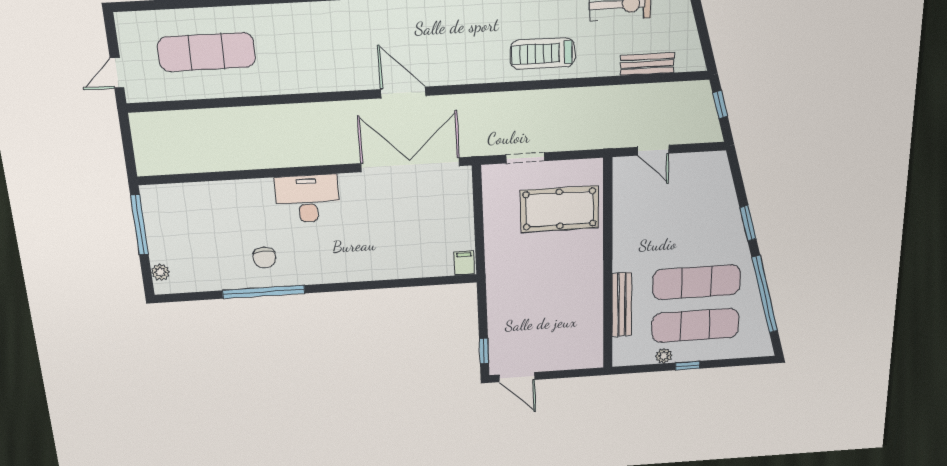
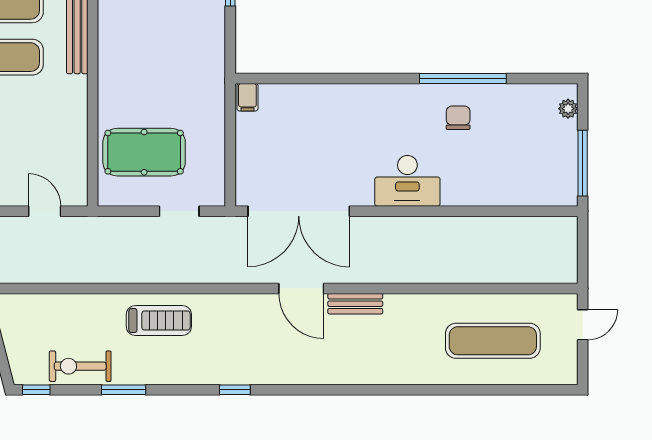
bench: (647, 64) -> (355, 304), moved

